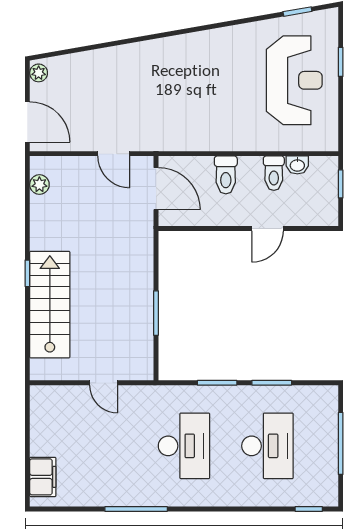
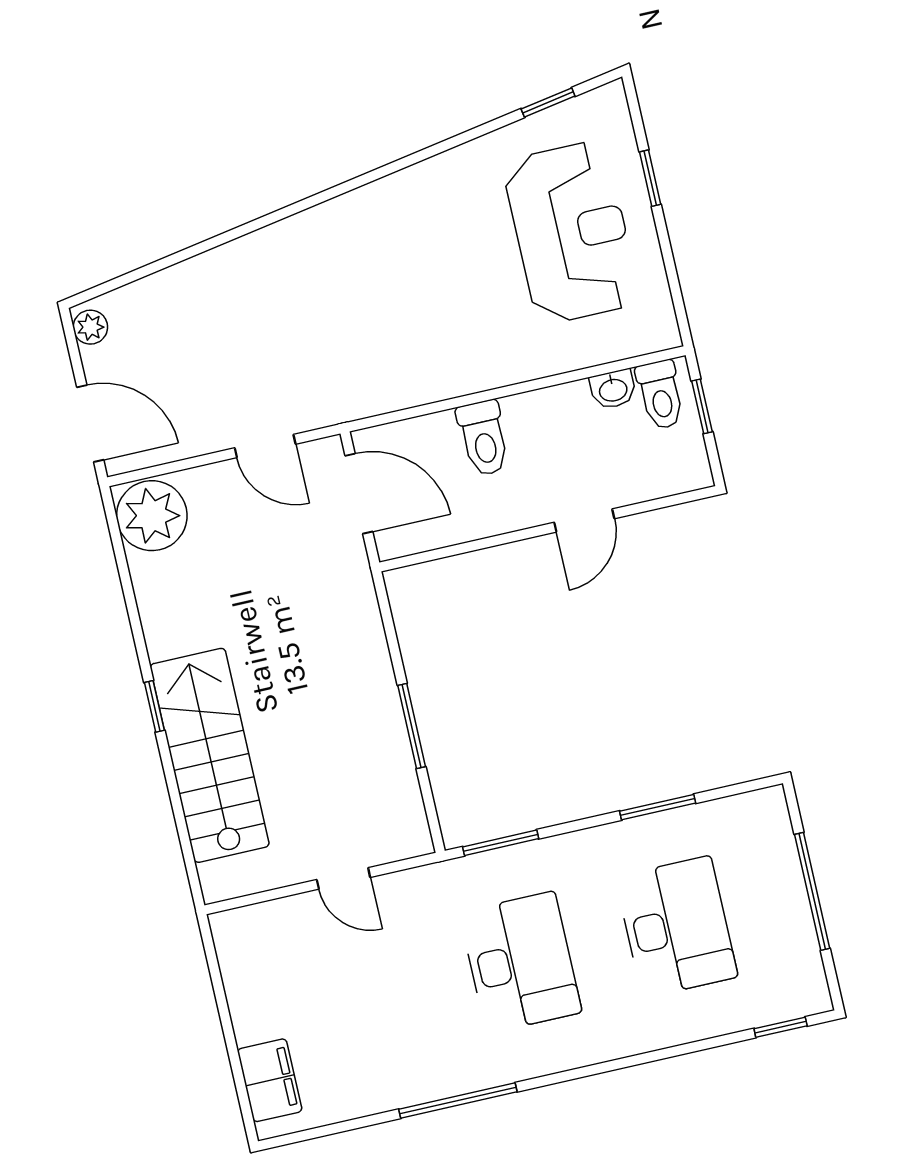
toilet: (274, 173) -> (660, 395), moved
plant: (39, 185) -> (152, 516), width x1.88, depth x1.88
window: (217, 383) -> (501, 843), moved

